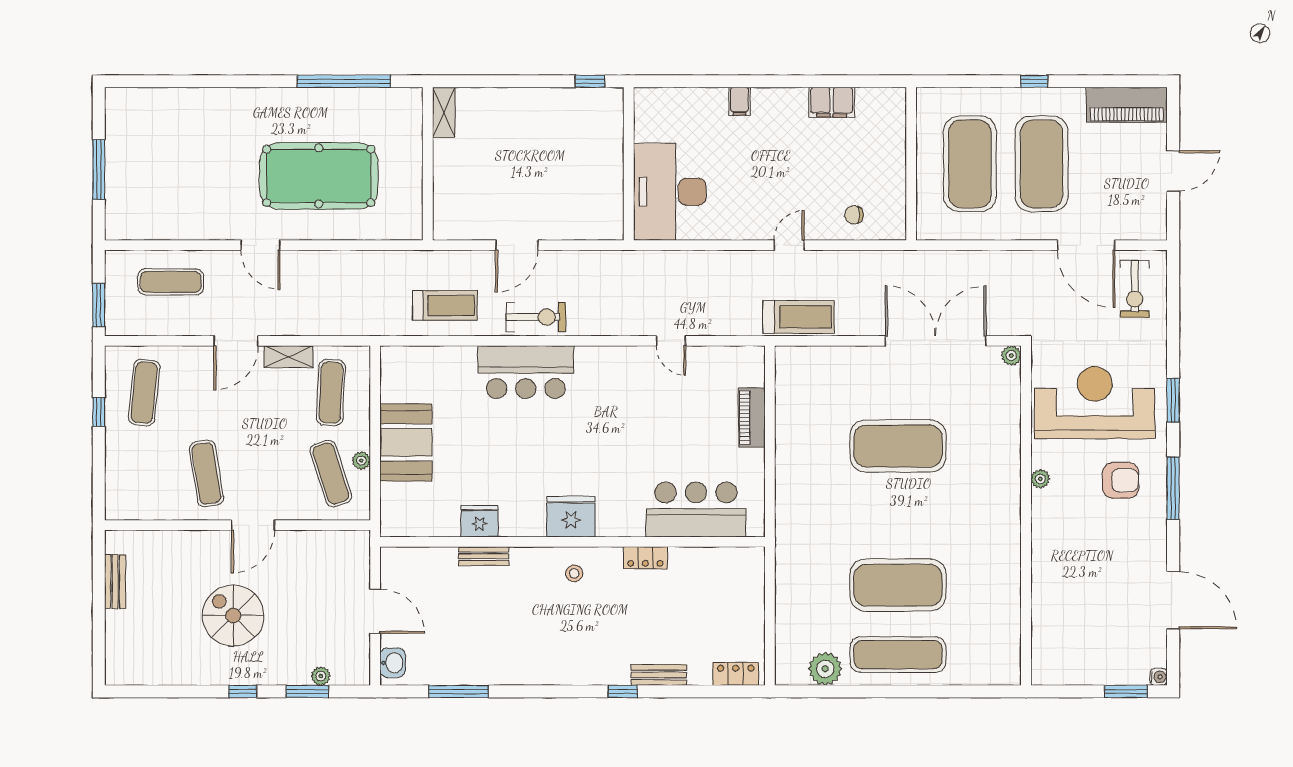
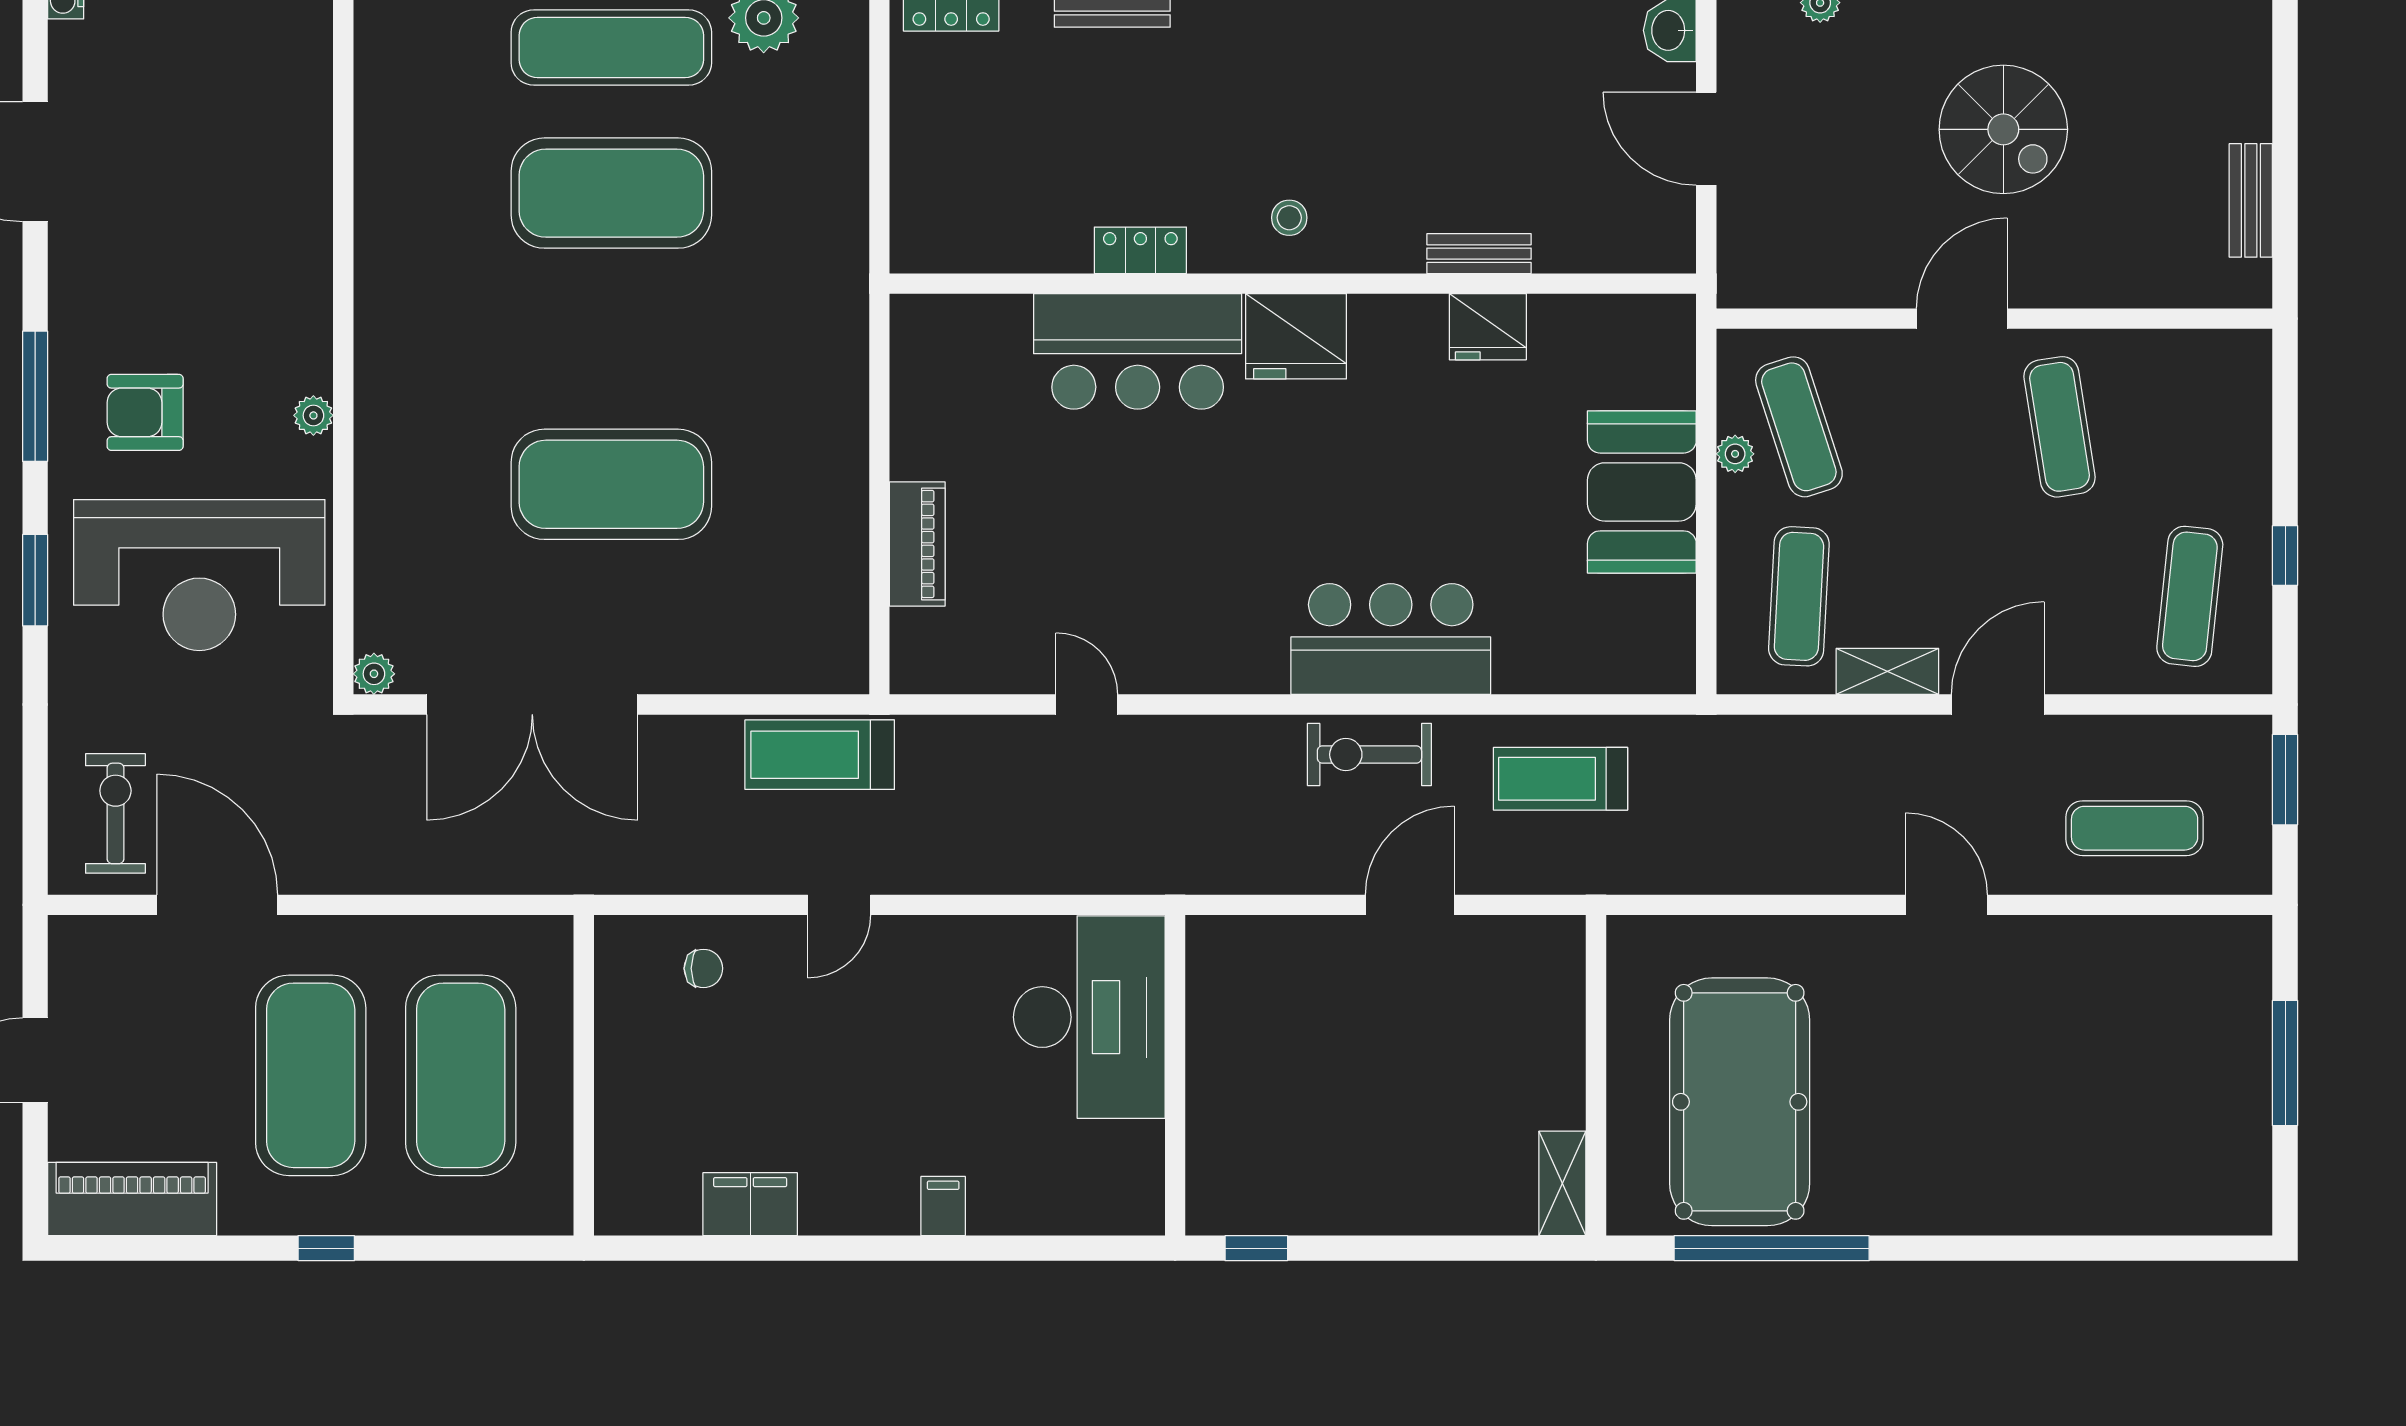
pool table: (319, 176) -> (1740, 1102), moved, turned 90
bar counter: (696, 510) -> (1138, 351), moved

